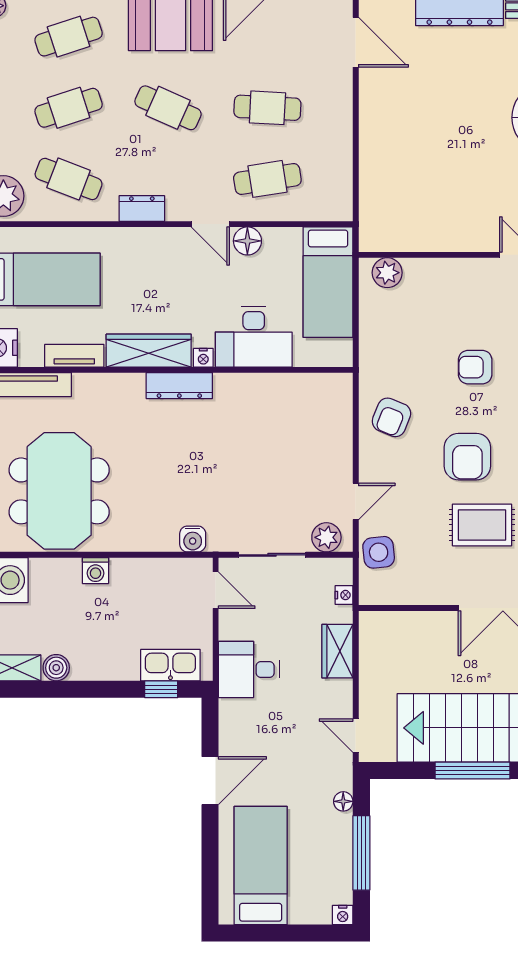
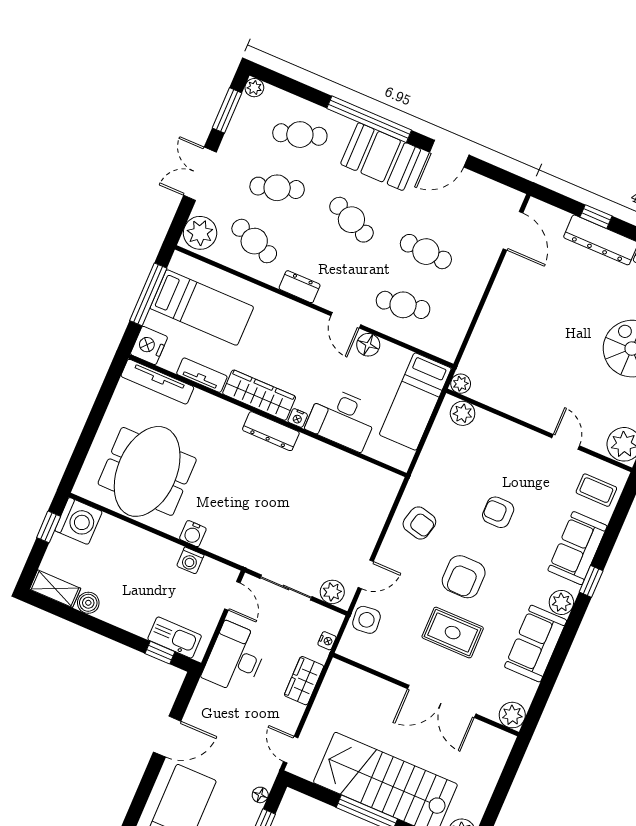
plant: (371, 240) -> (461, 384), added
armchair: (391, 417) -> (419, 523), turned -98
water cooler: (193, 539) -> (193, 534), moved
washing machine: (95, 571) -> (190, 560), moved
desk: (249, 669) -> (235, 658), width x1.37

